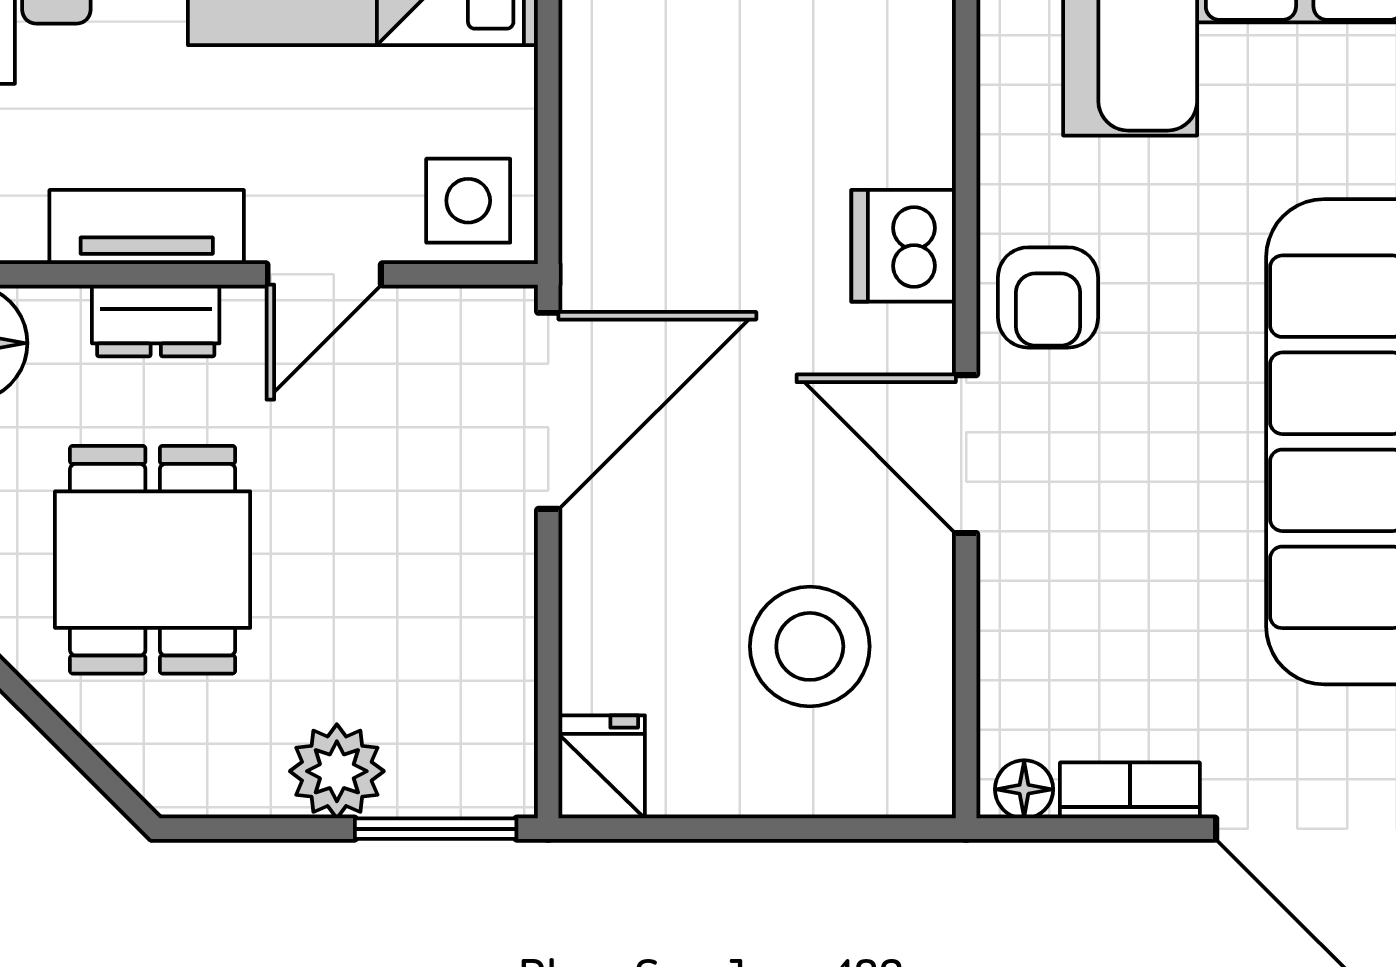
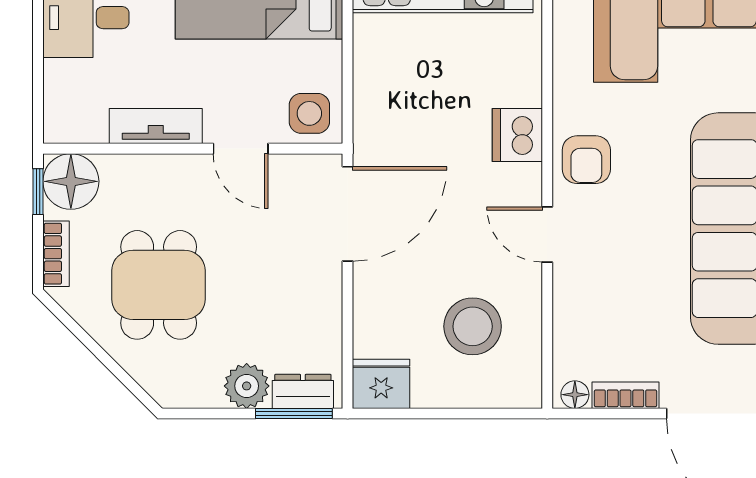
door: (324, 274) -> (241, 149), hinge flipped
dresser: (156, 321) -> (303, 391), moved, turned 180
door: (966, 454) -> (547, 234), width x0.73
fridge: (602, 767) -> (381, 384), width x1.38

